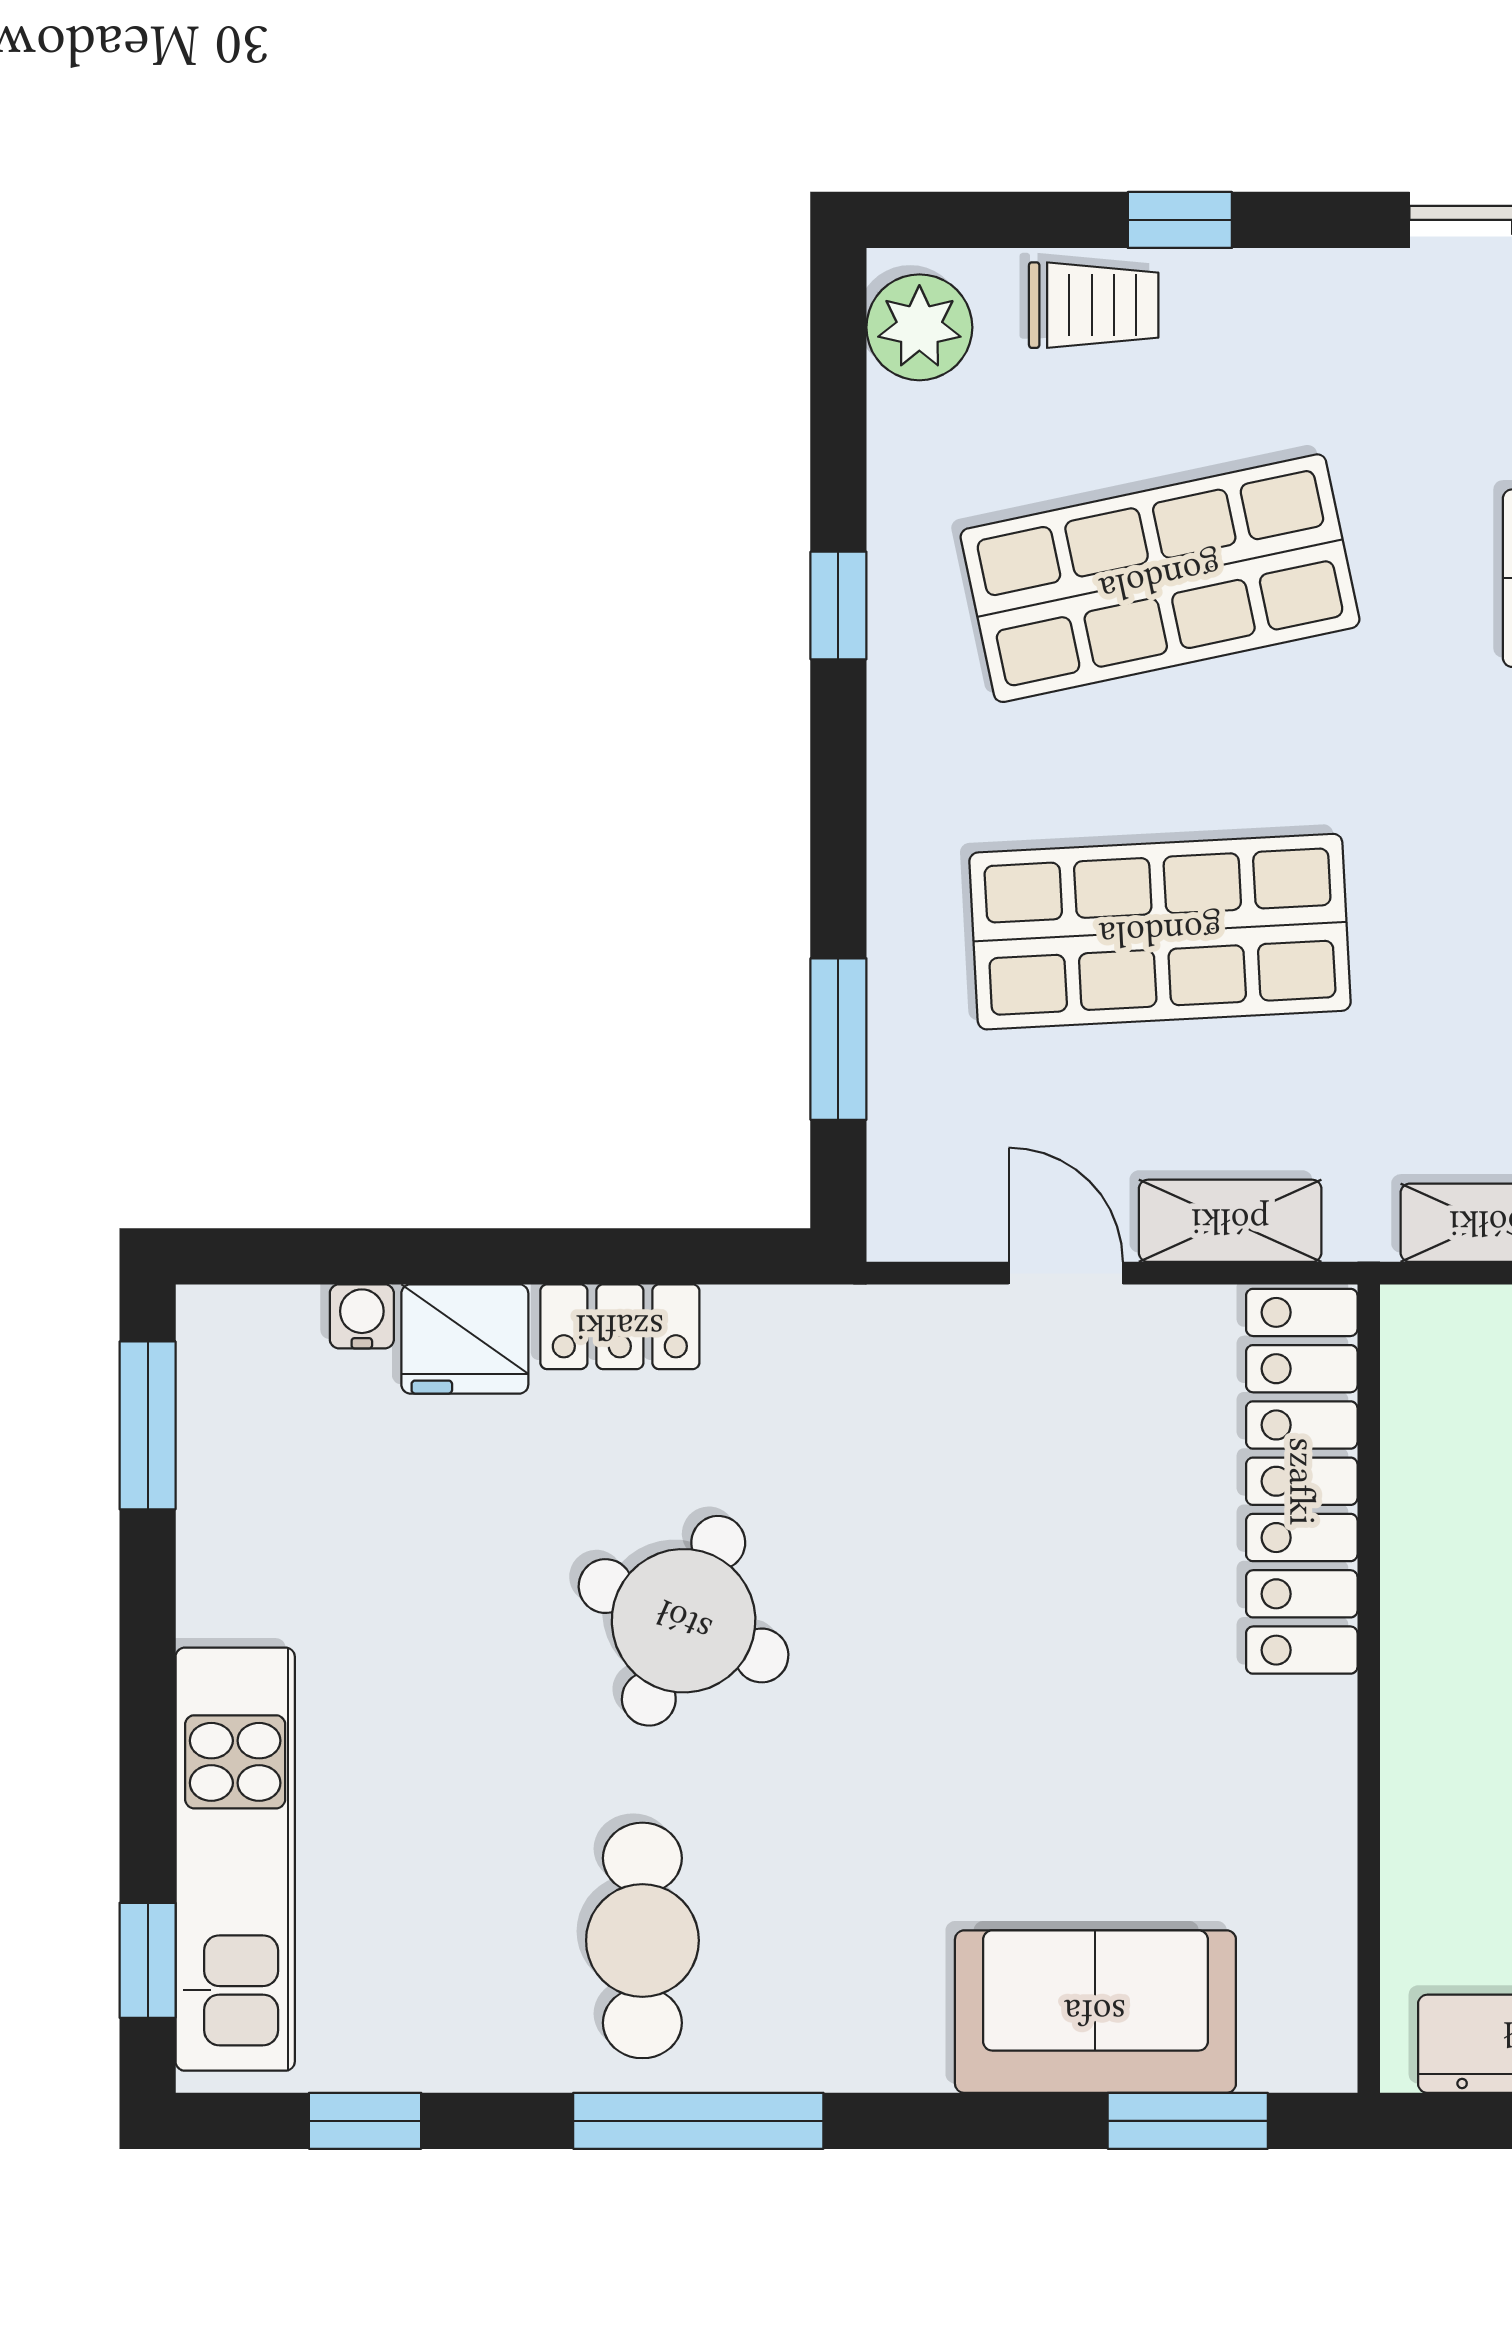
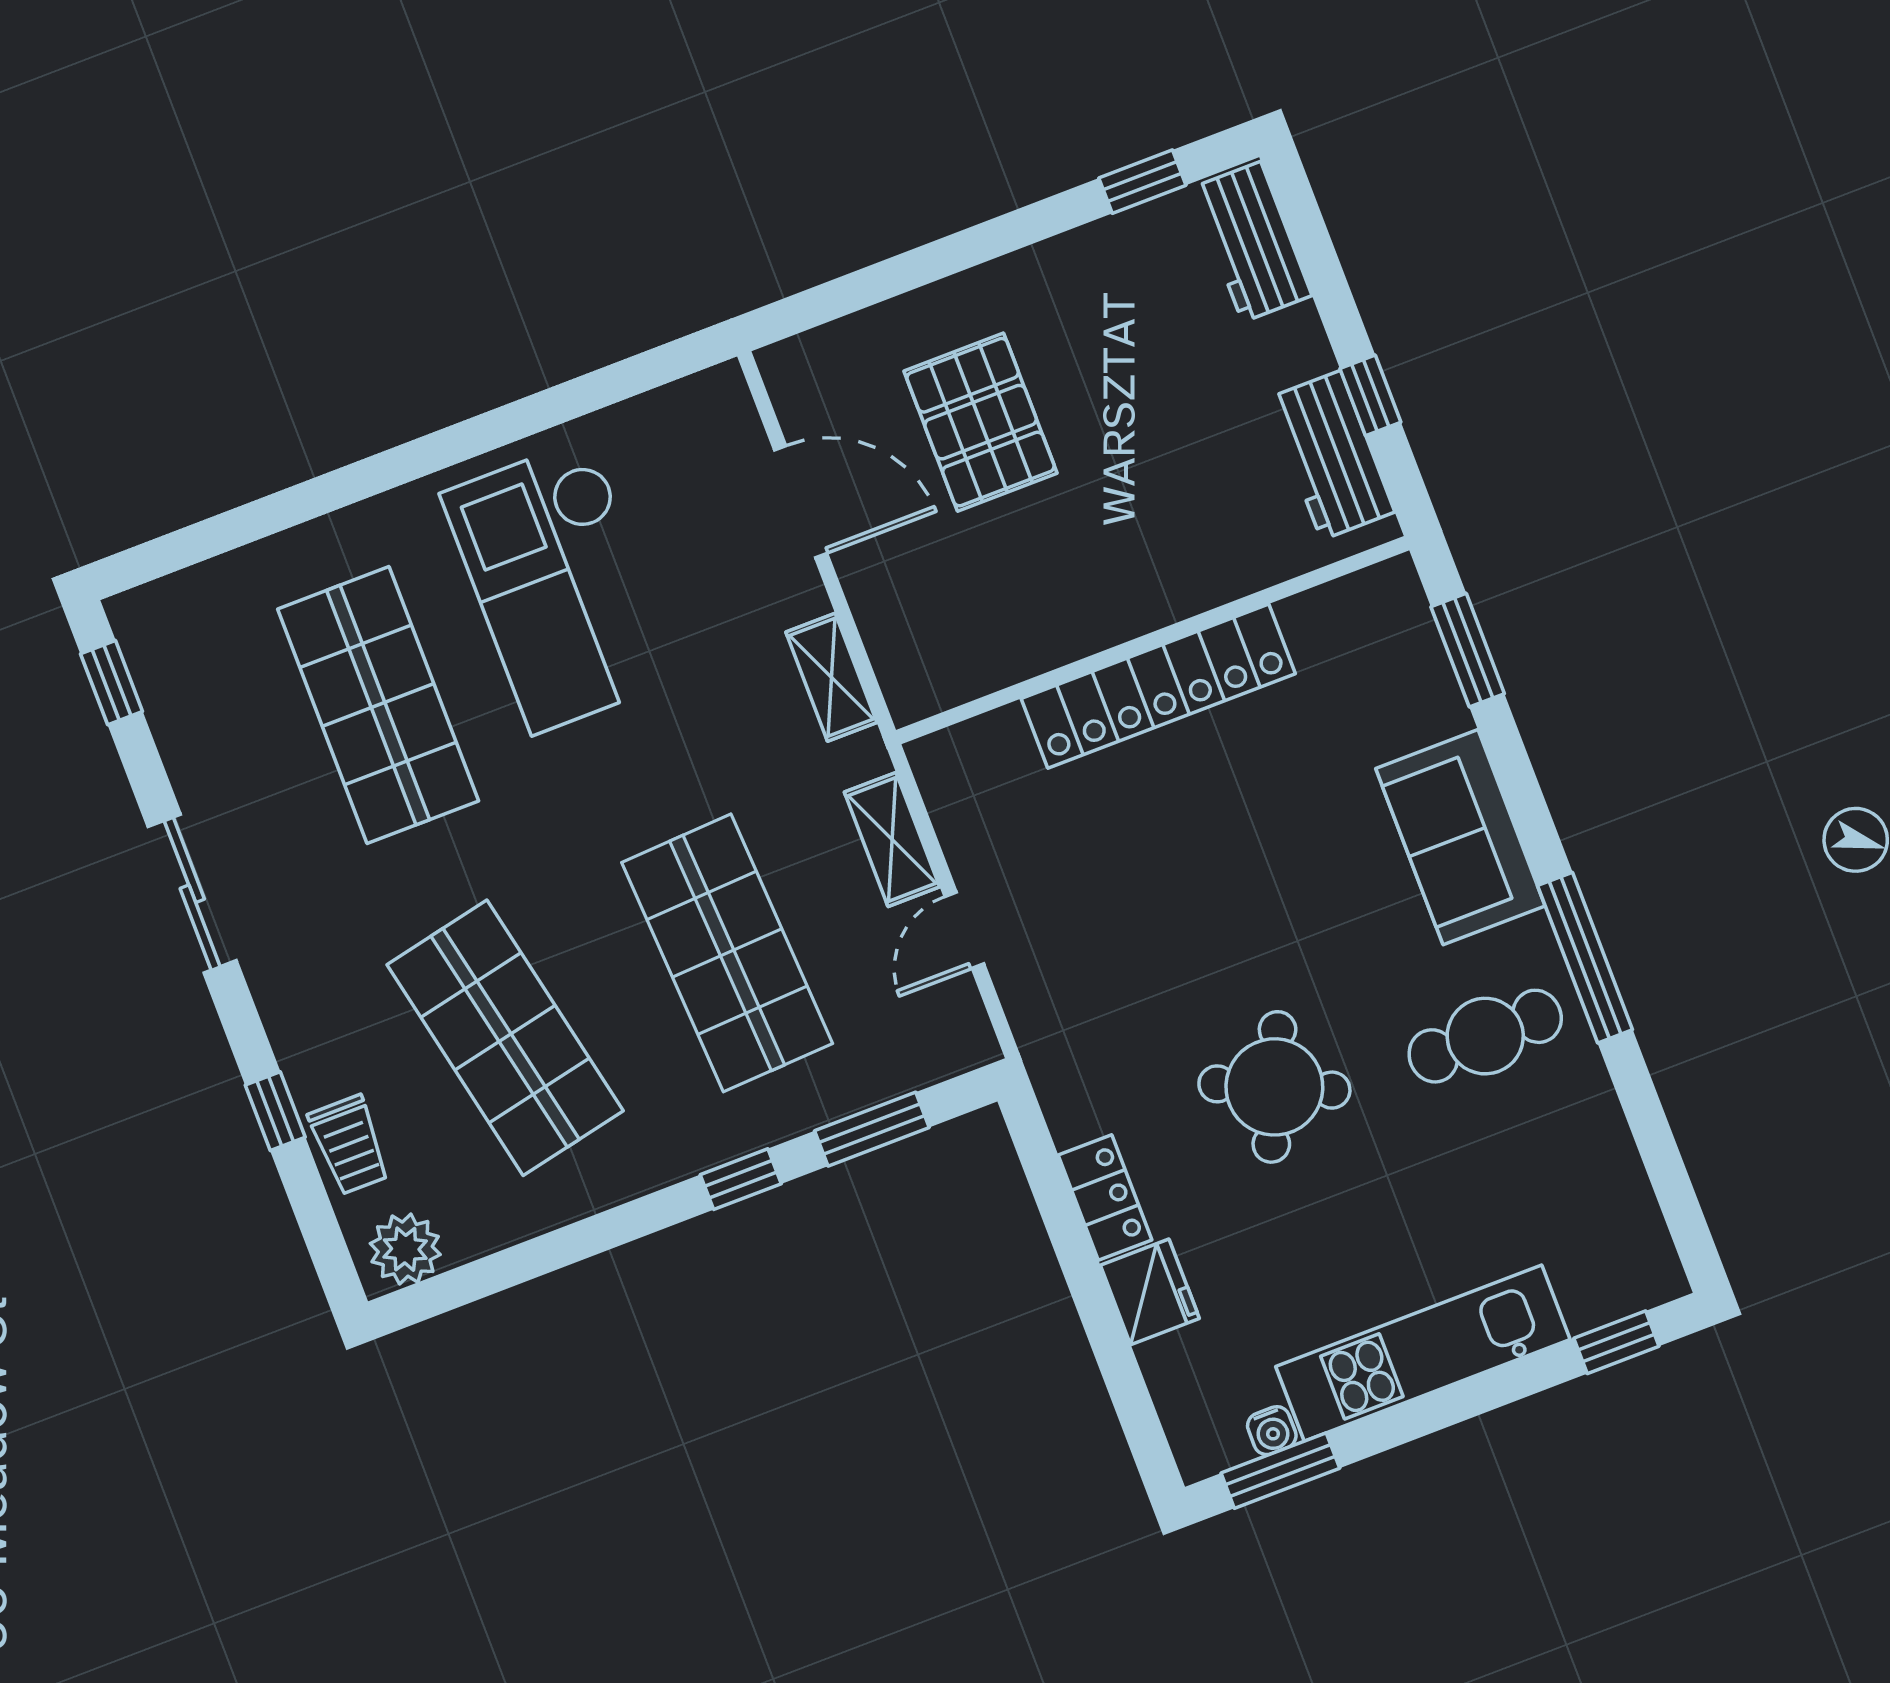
trolley: (1094, 305) -> (349, 1145), turned 180
window: (838, 606) -> (741, 1179), moved
water cooler: (362, 1316) -> (1272, 1431), moved, turned -90
locker: (1302, 1481) -> (1158, 686), moved
kitchen unit: (235, 1859) -> (1423, 1353), moved
sofa: (1095, 2012) -> (1460, 837), moved
window: (365, 2121) -> (1665, 1167), removed

